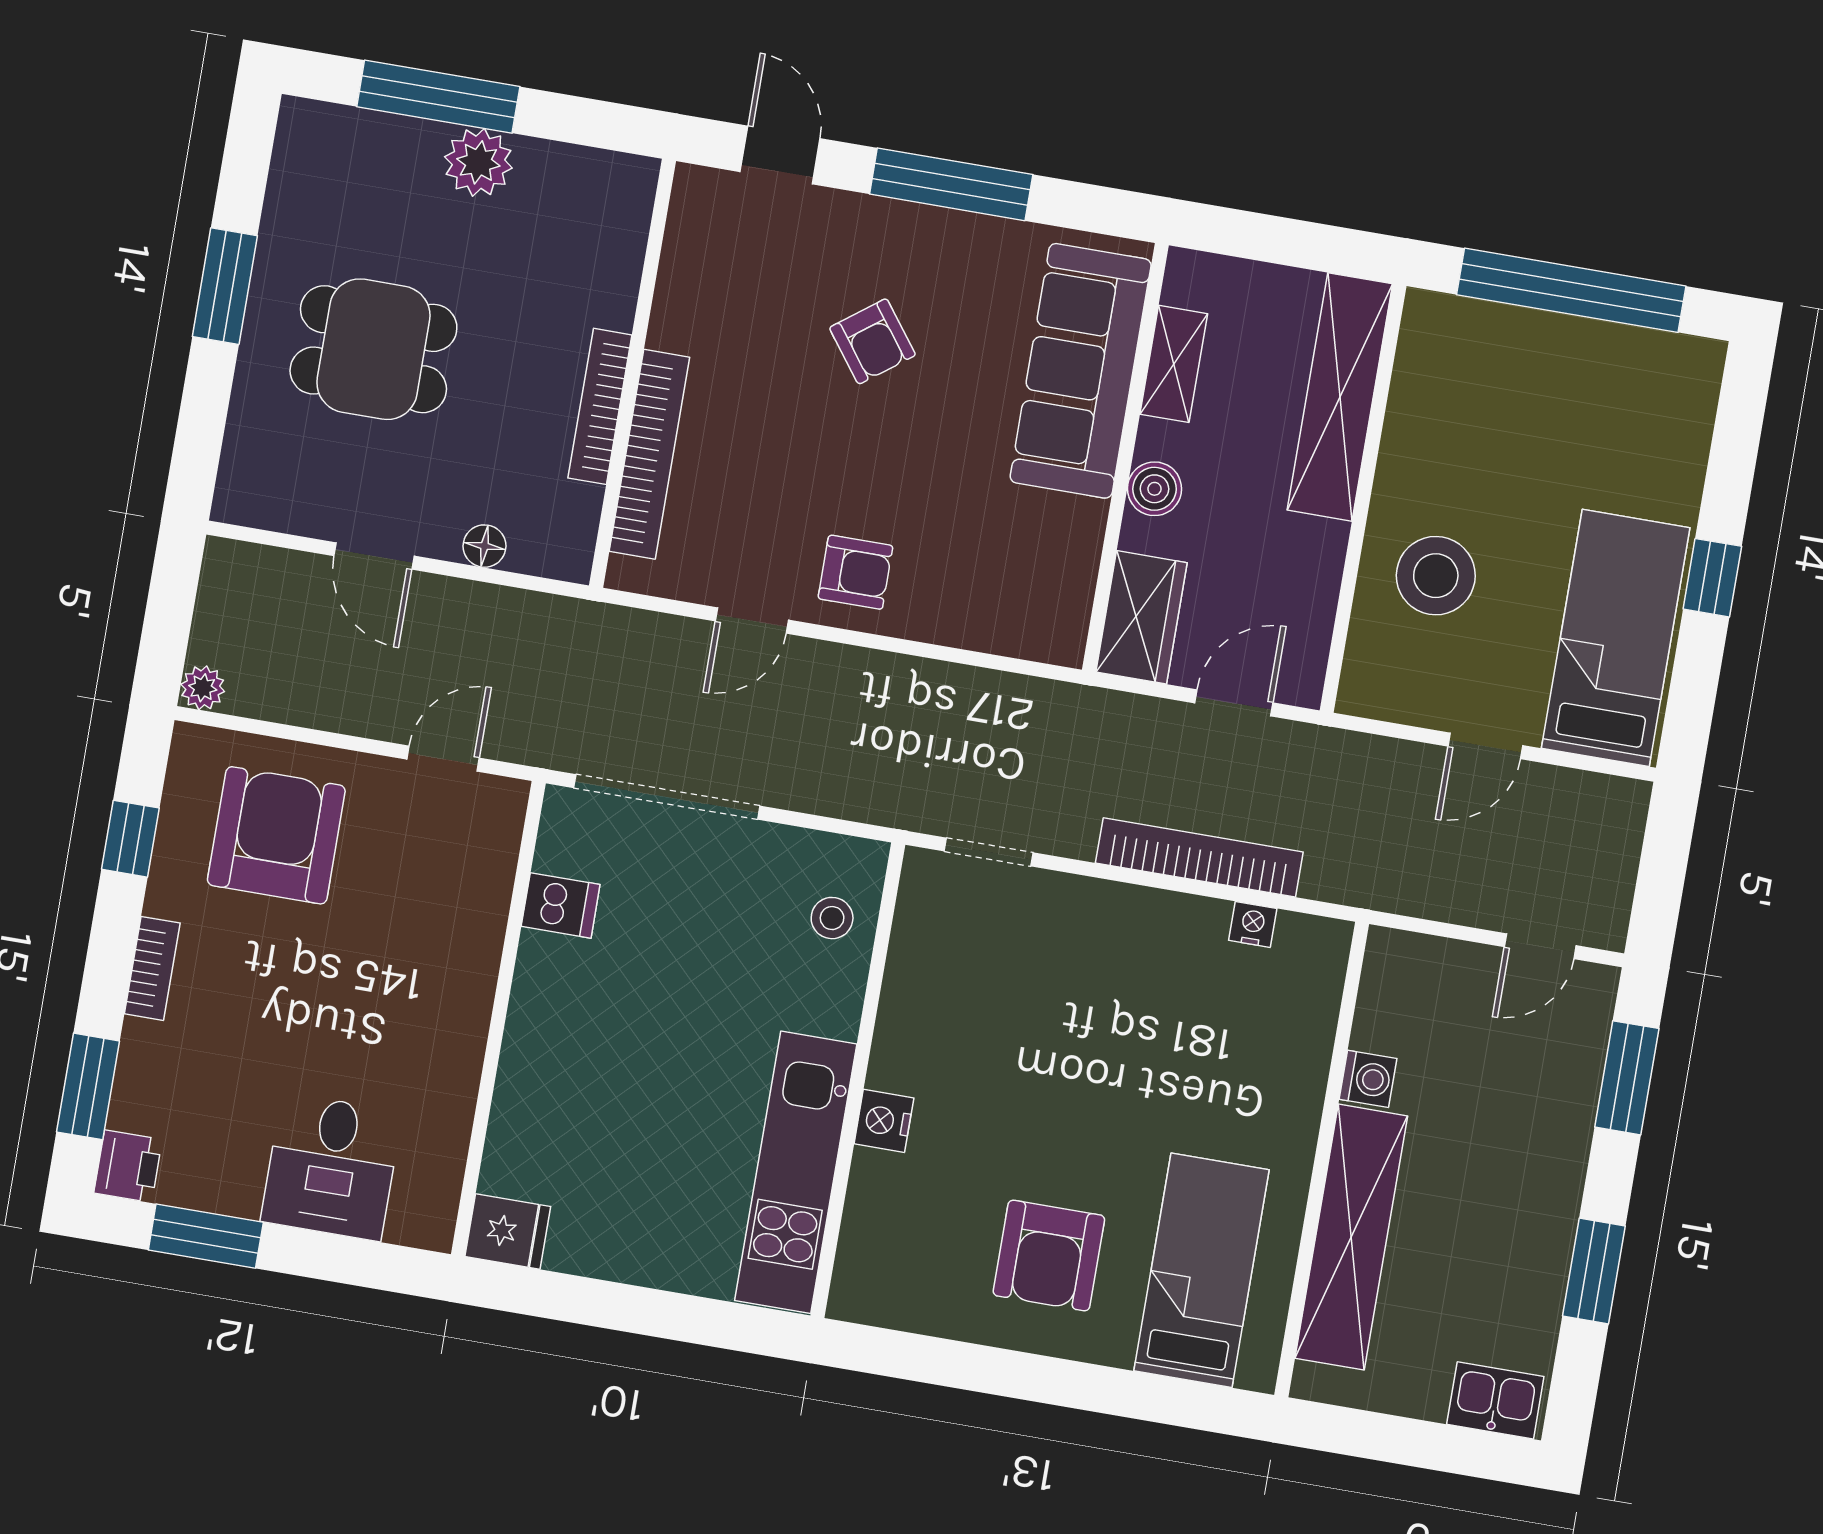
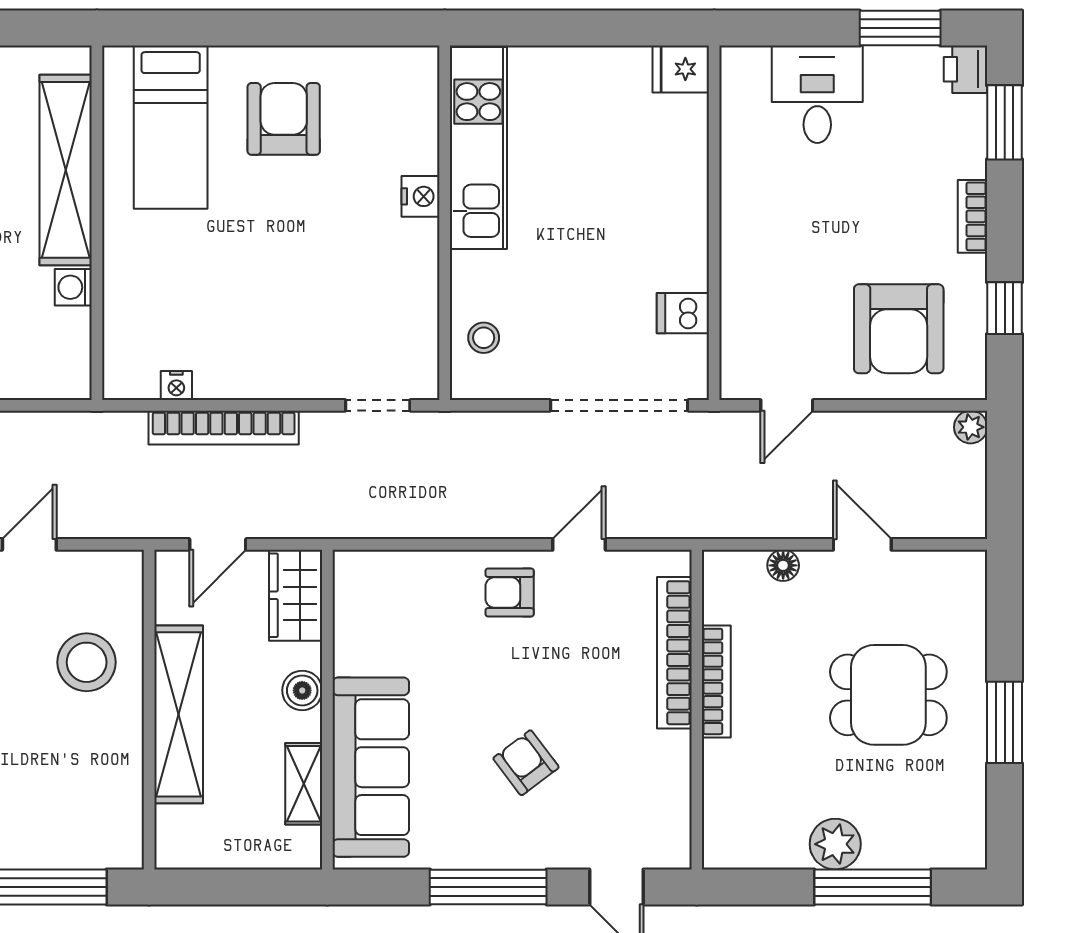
shelving: (1340, 397) -> (179, 714), moved

